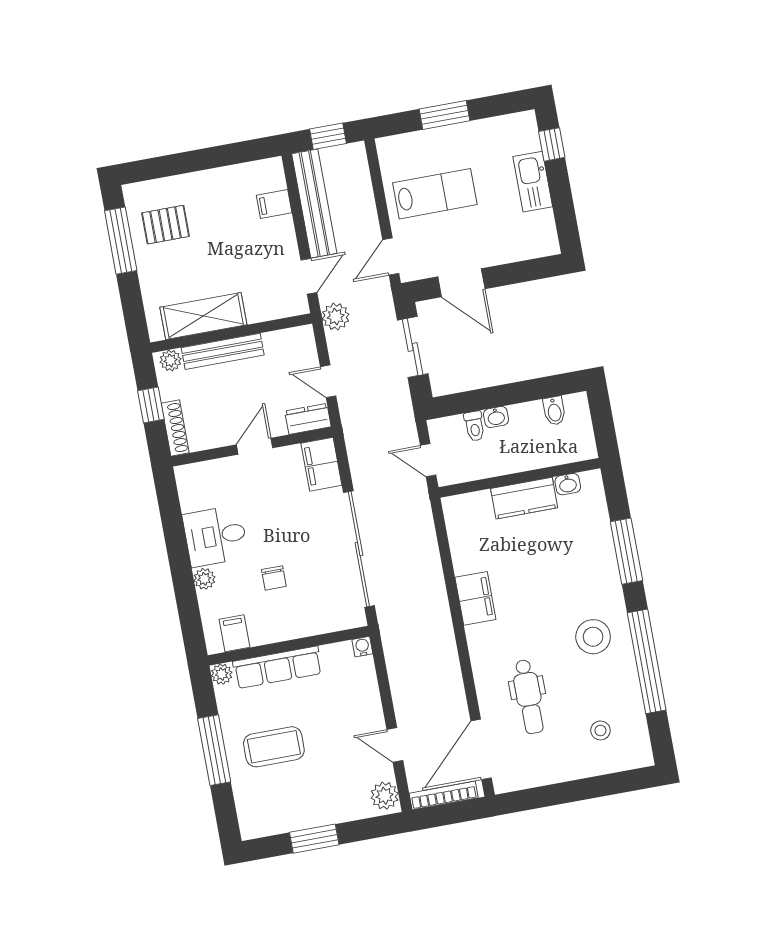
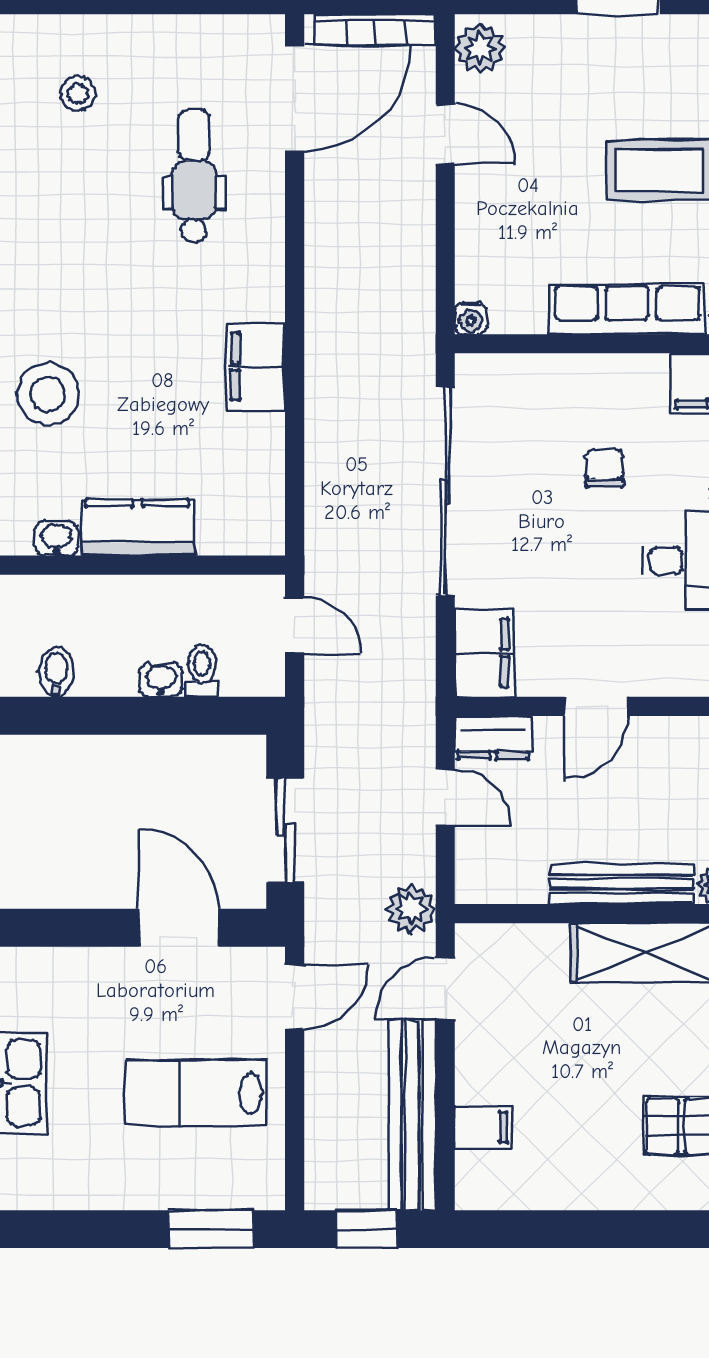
window: (444, 115) -> (211, 1229), moved
stool: (593, 637) -> (48, 394), moved

